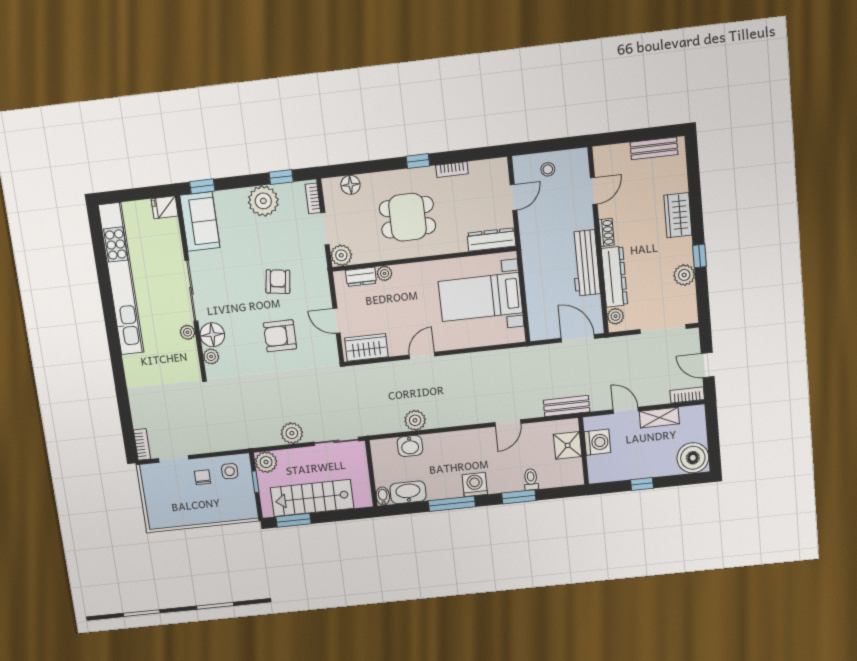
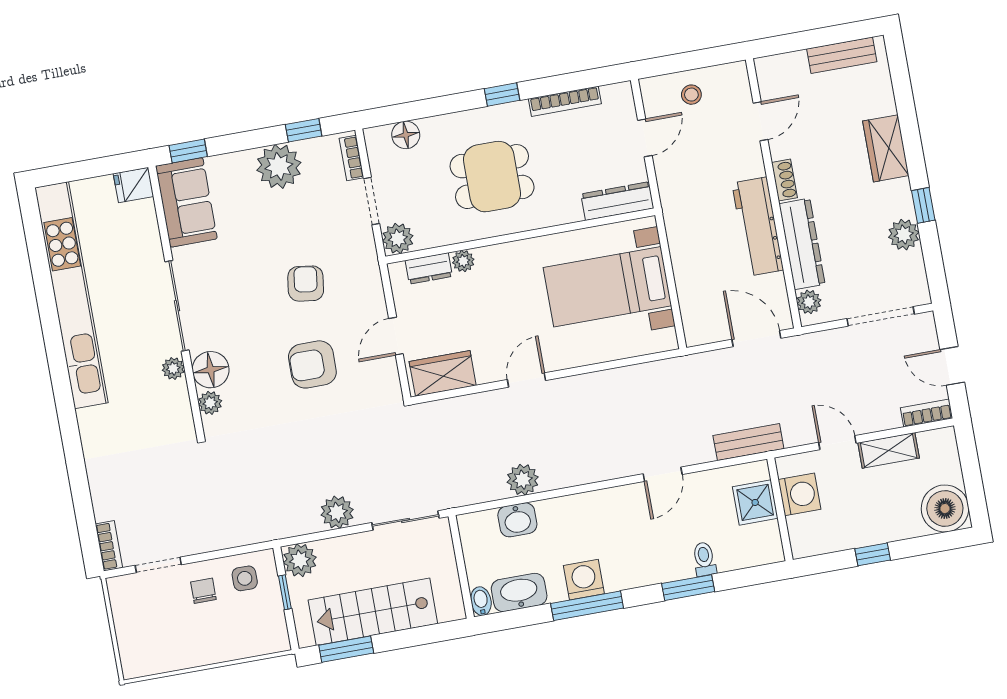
bookcase: (452, 170) -> (565, 101), width x1.56
door: (337, 321) -> (396, 336), hinge flipped
washing machine: (475, 485) -> (584, 580), moved

